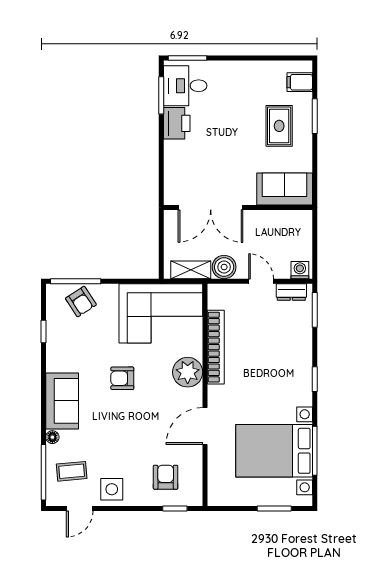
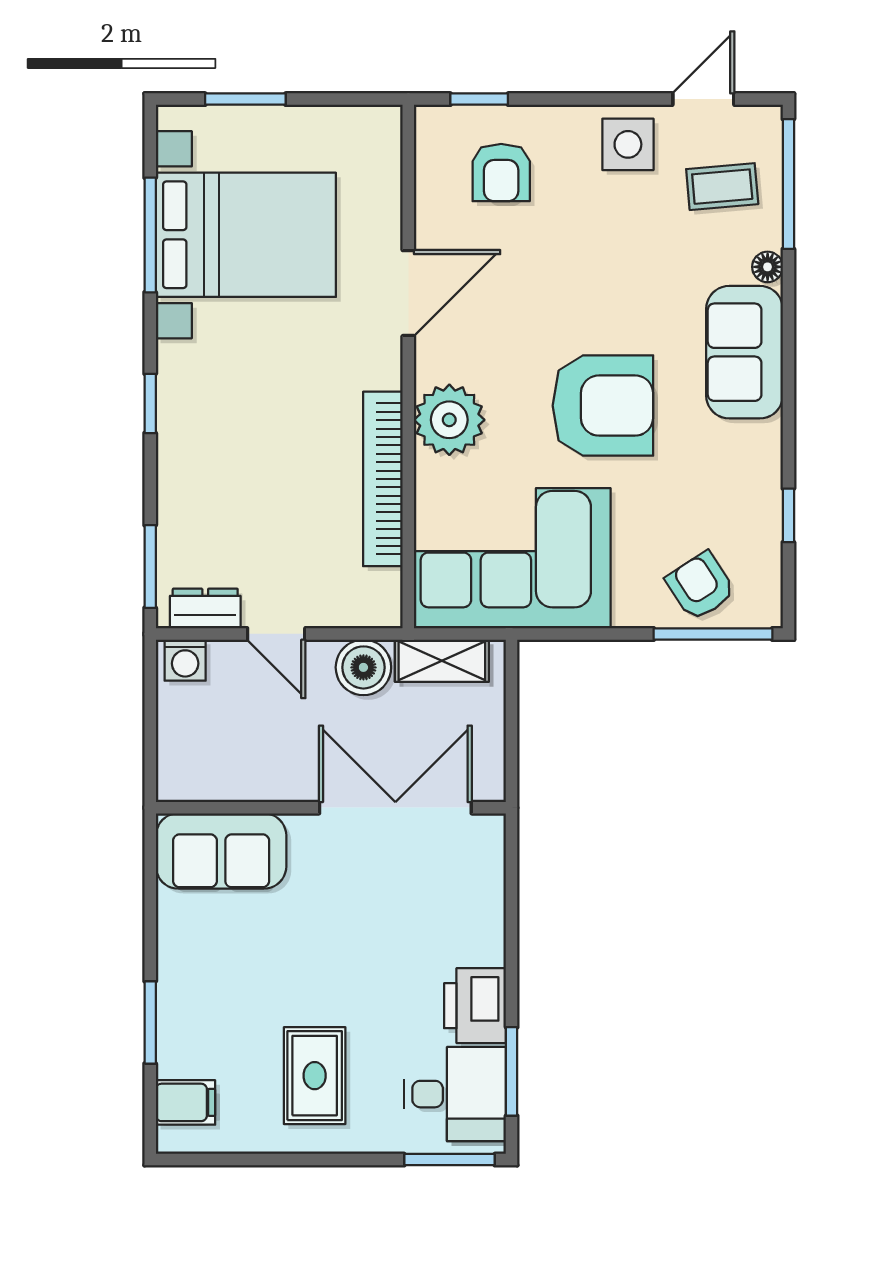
rug: (279, 126) -> (315, 1076), moved
armchair: (122, 378) -> (603, 406), width x1.88, depth x1.88

